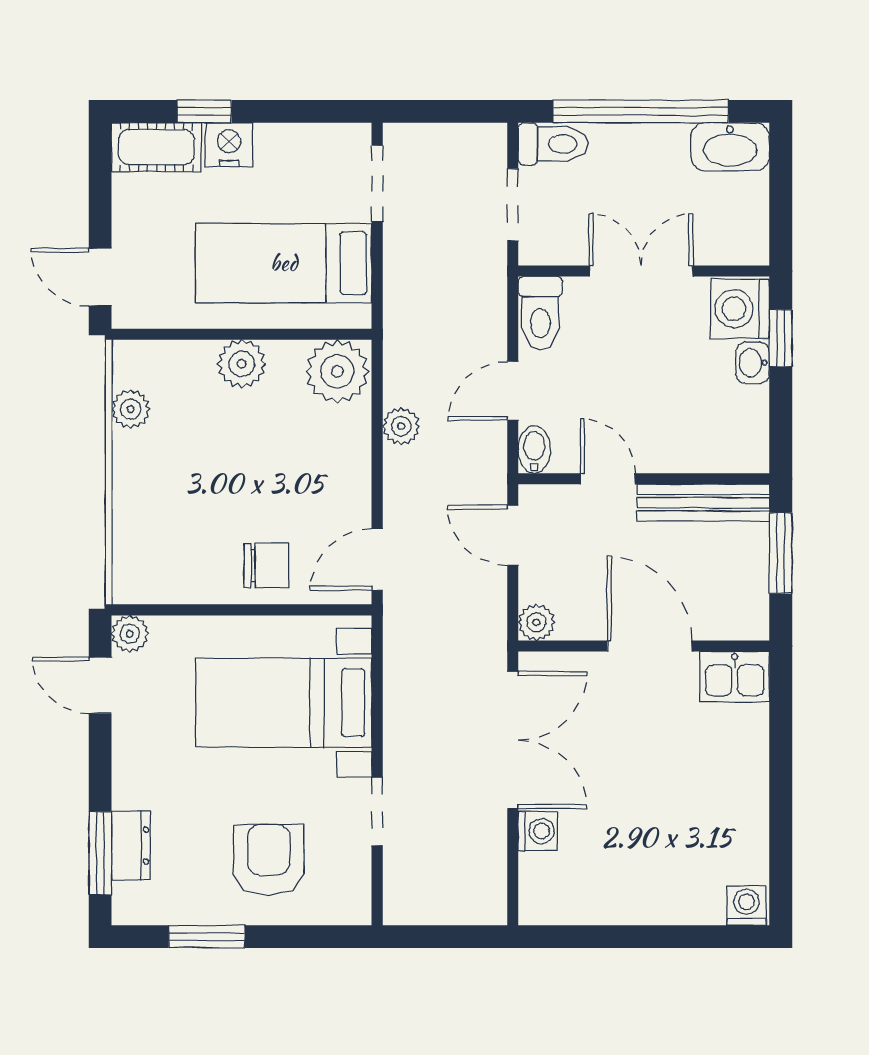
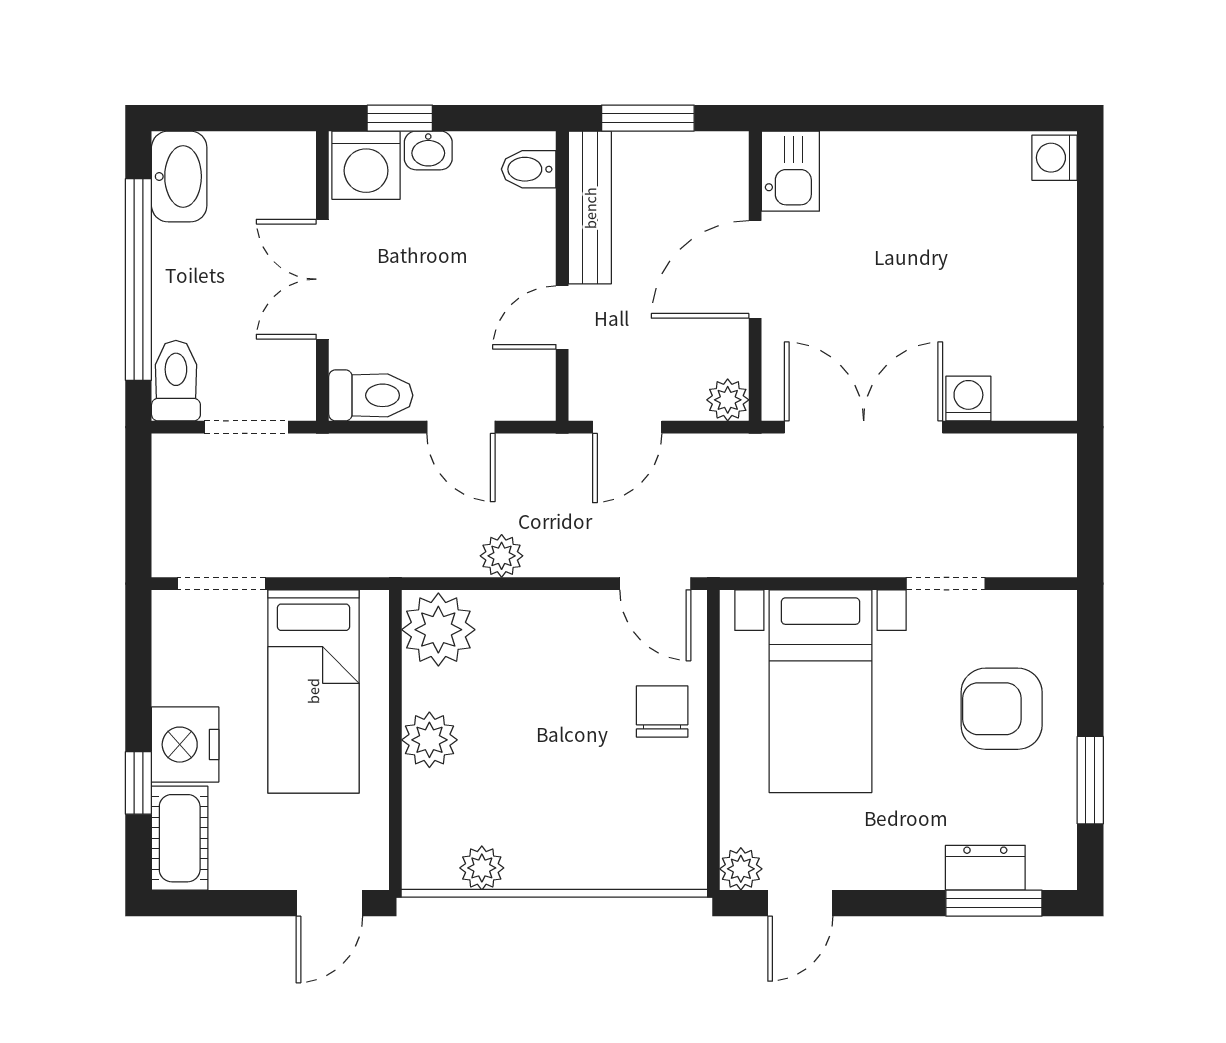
nightstand: (229, 145) -> (185, 745), width x1.36, depth x1.33
bidet: (534, 450) -> (529, 169), moved

